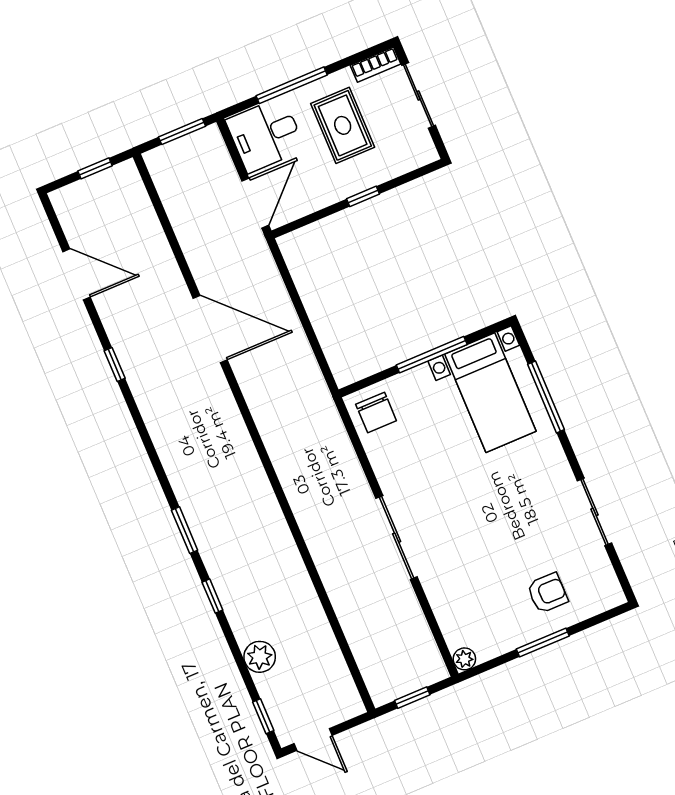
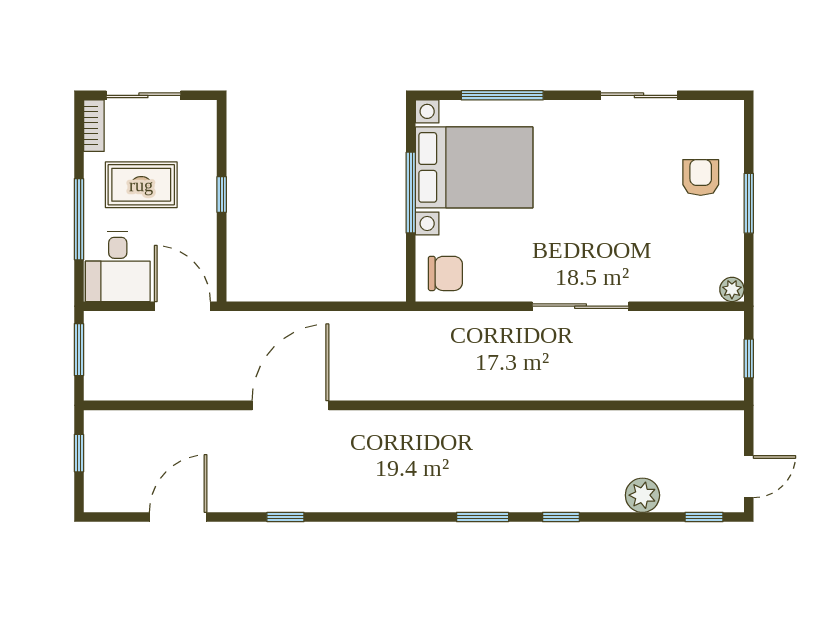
bed with nightstands: (490, 393) -> (474, 167), width x1.36

